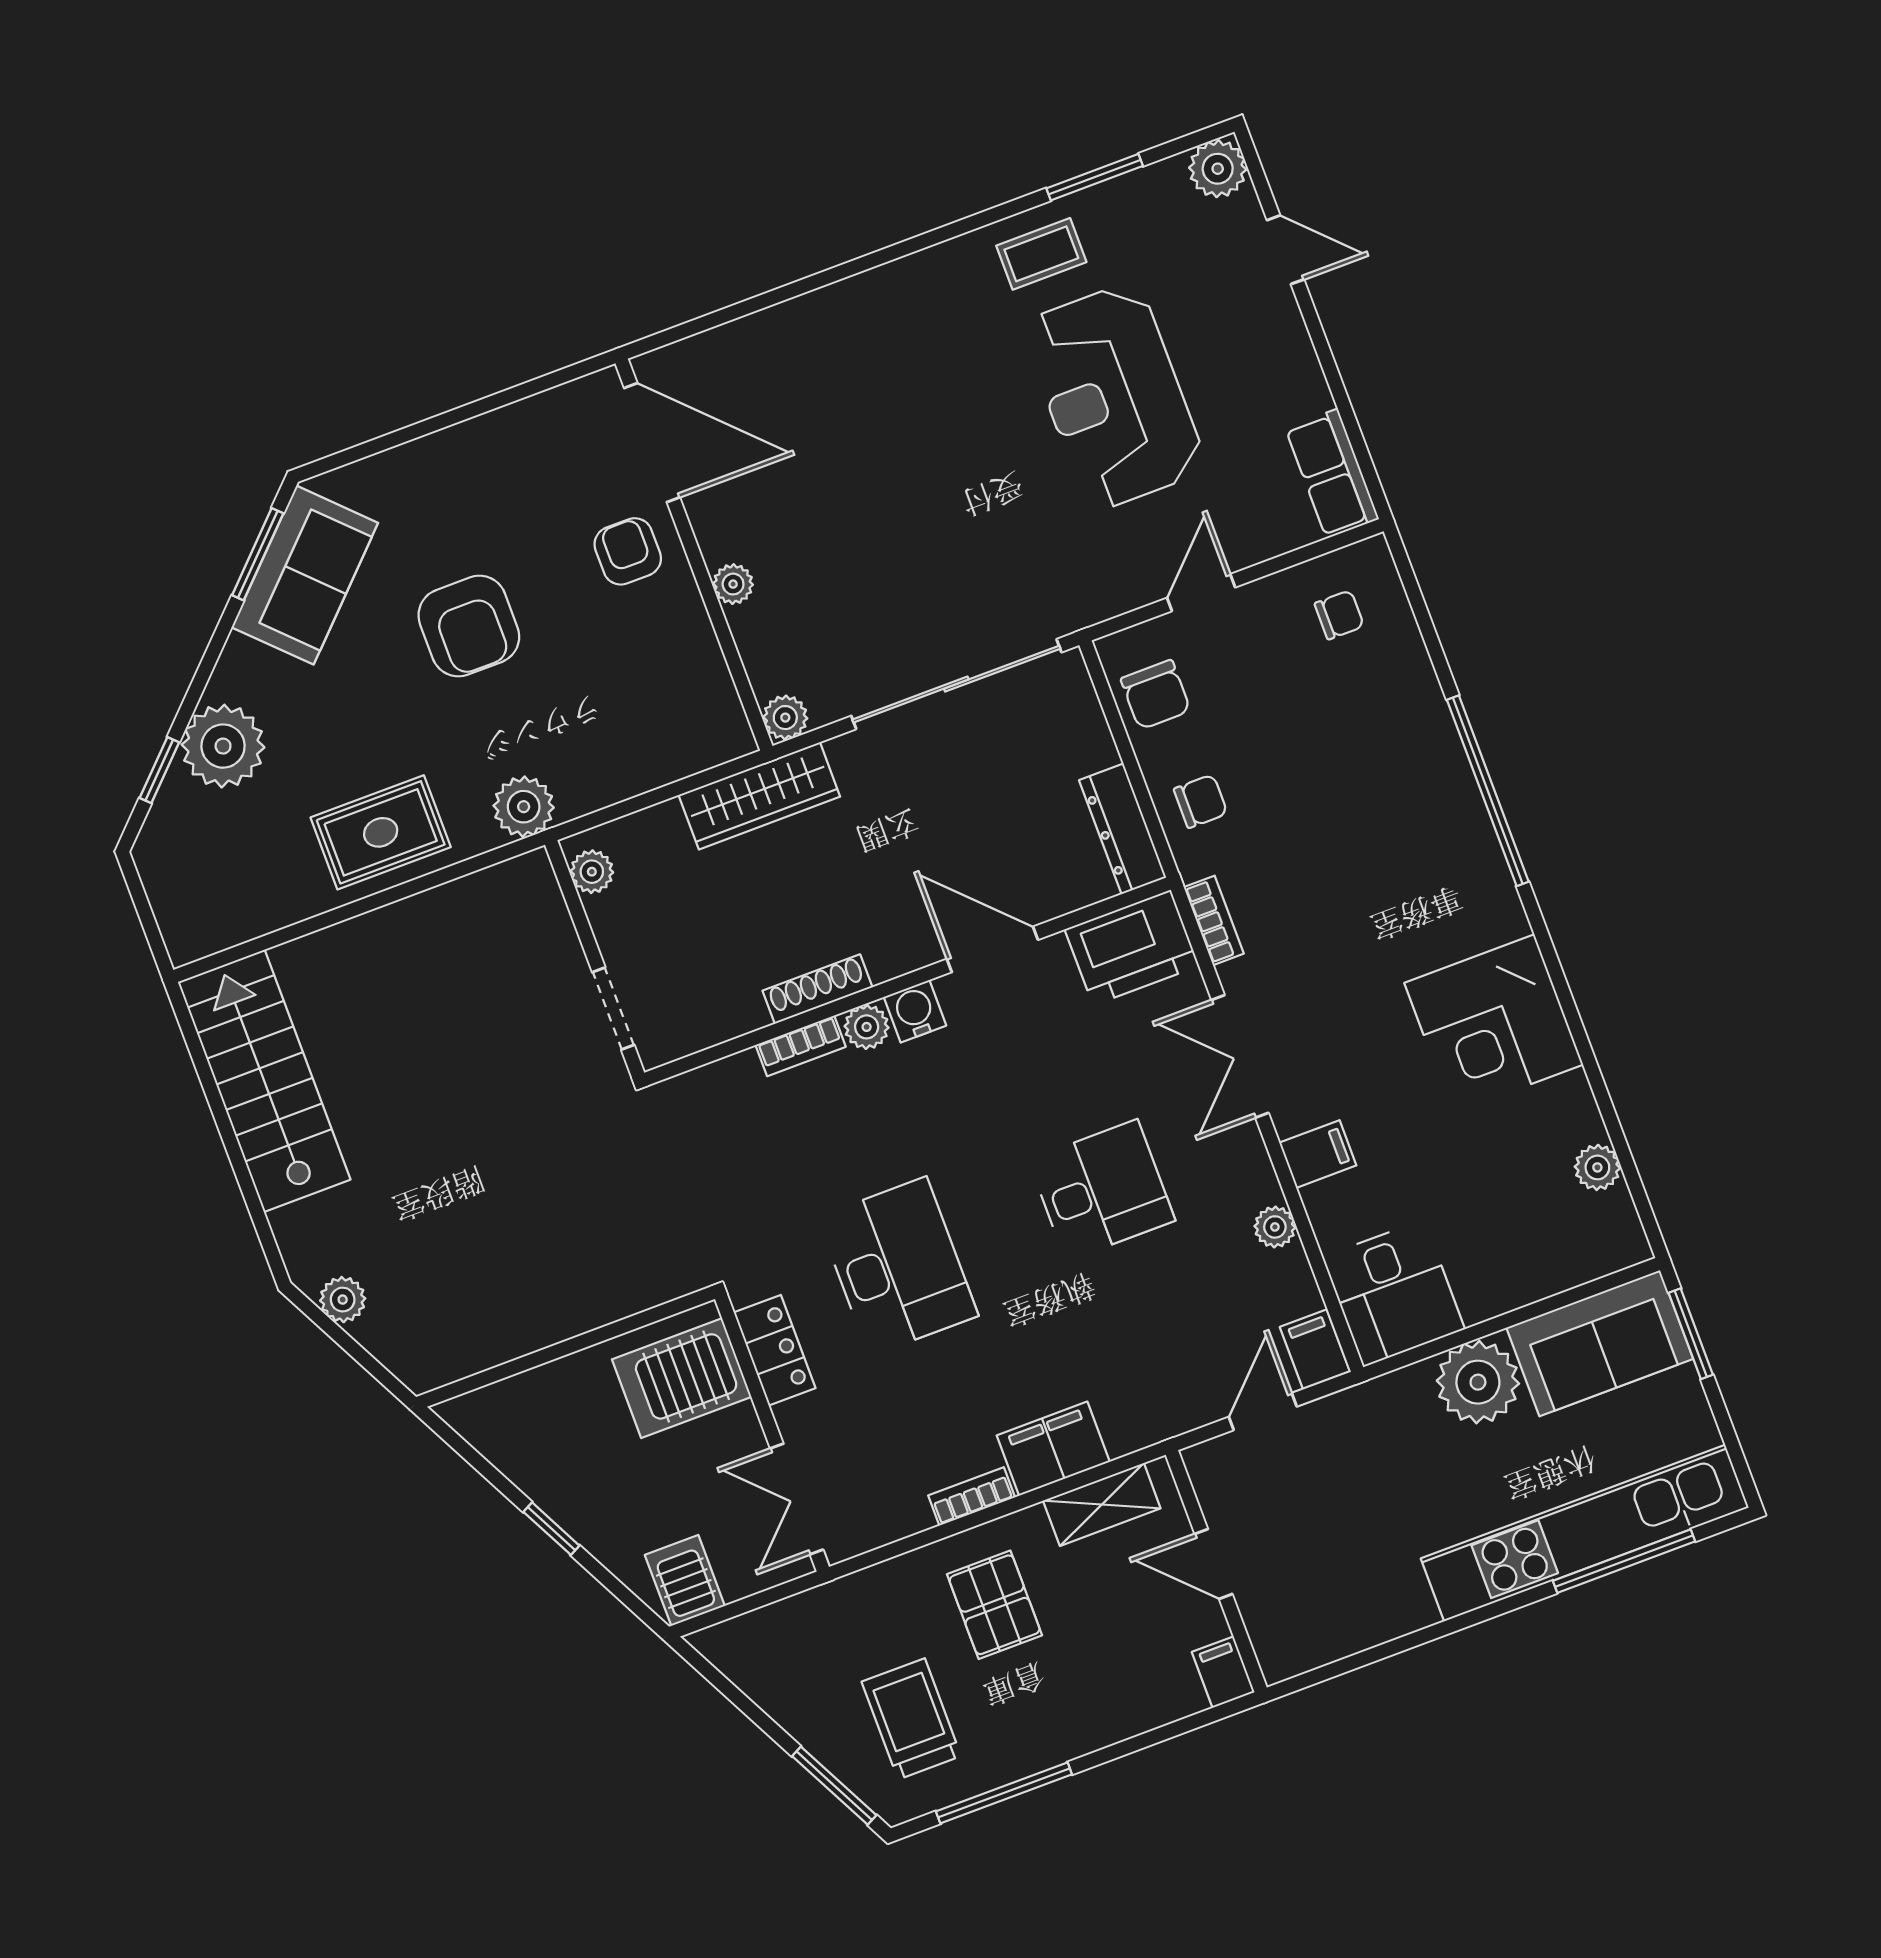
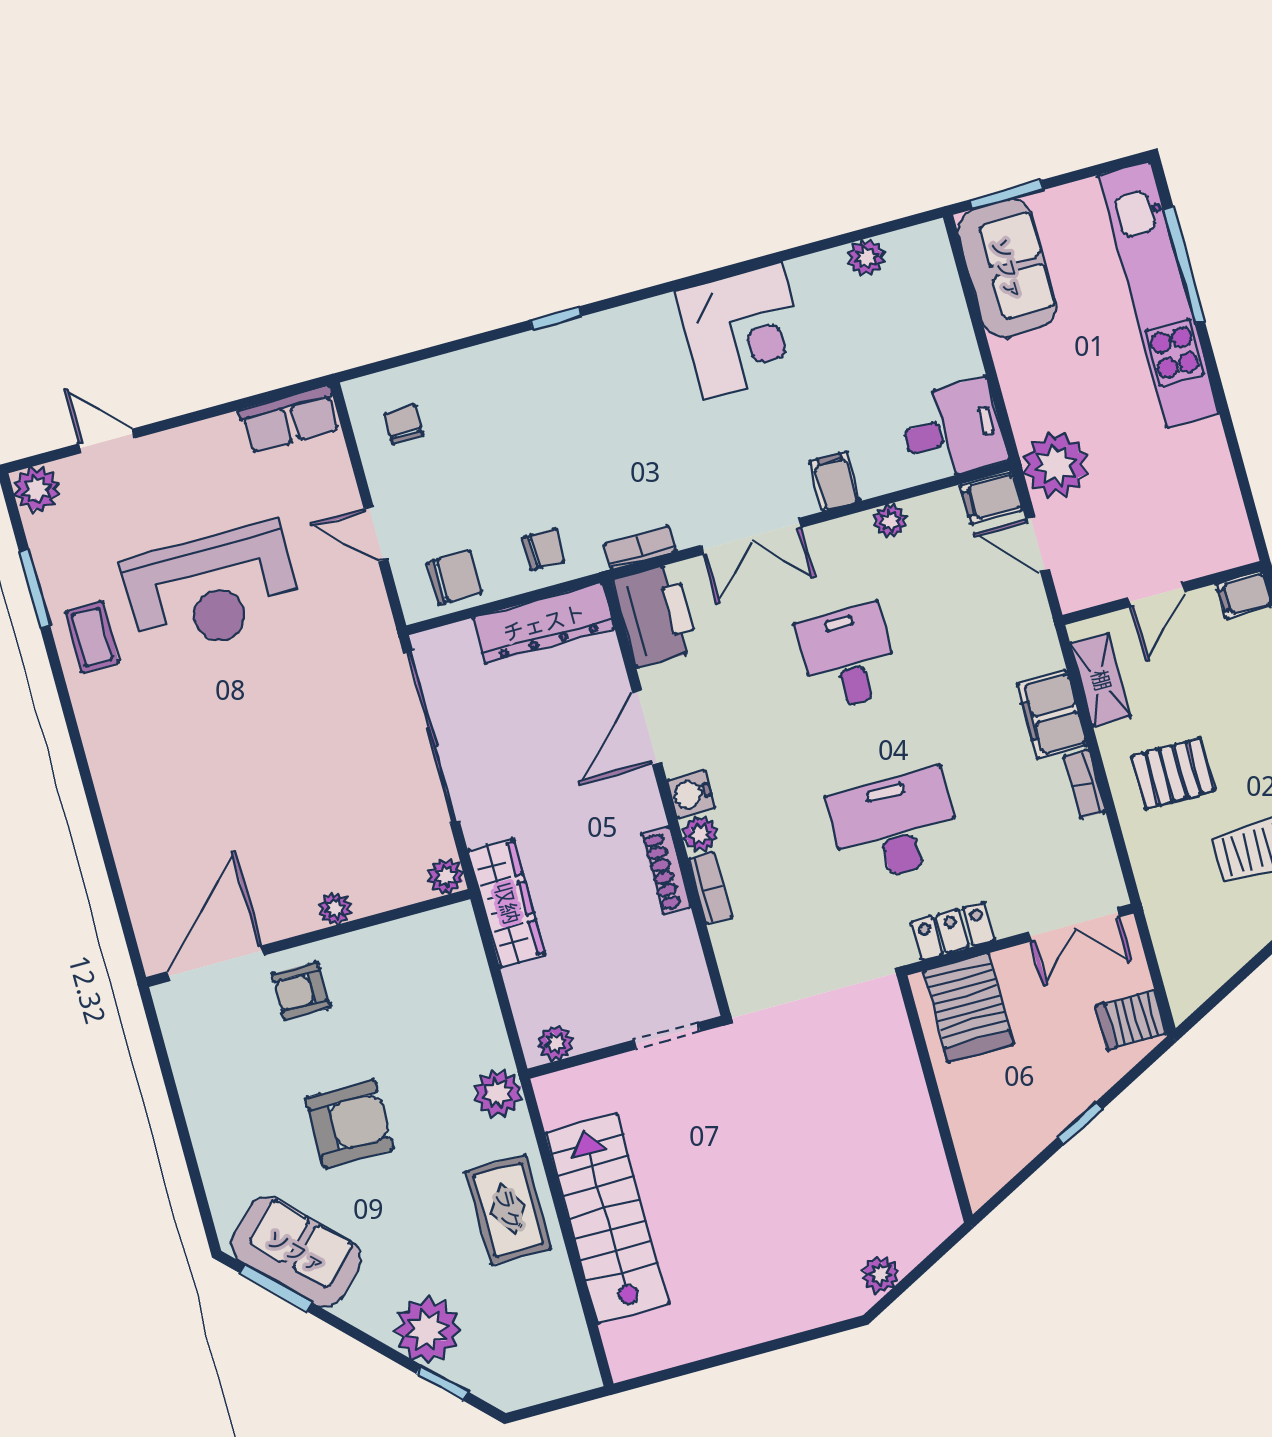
door: (1285, 250) -> (107, 441), hinge flipped
window: (1488, 791) -> (556, 318), width x0.32
chair: (1201, 801) -> (543, 549), turned 90
dresser: (1123, 829) -> (544, 623), width x1.37, depth x1.24
stairs: (264, 1081) -> (607, 1218), moved, turned 90
plant: (1478, 1382) -> (1056, 465), moved

